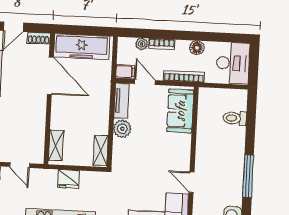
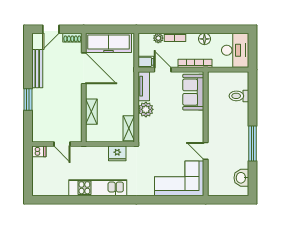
shelving: (56, 145) -> (91, 112), moved
fridge: (69, 179) -> (117, 153), moved

